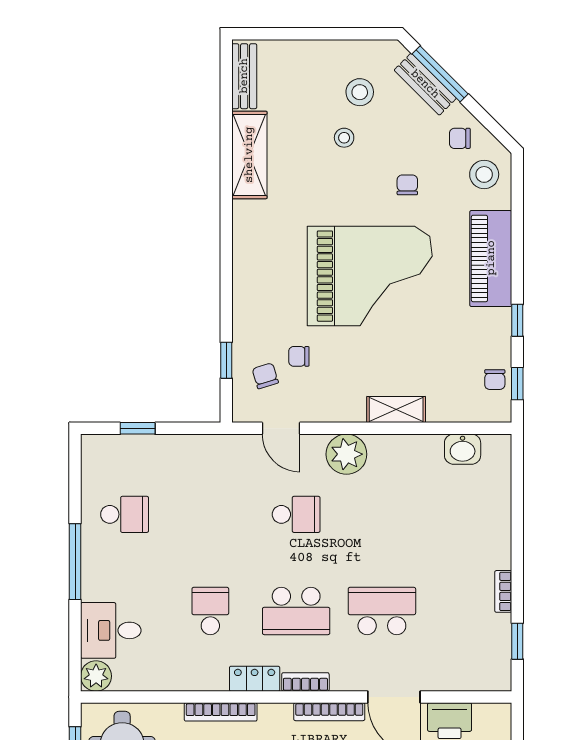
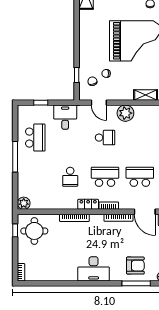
school desk: (125, 514) -> (35, 138), width x1.85
school desk: (210, 611) -> (70, 177), turned 180
school desk: (296, 611) -> (105, 177), turned 180
desk: (111, 630) -> (65, 117), moved, turned 90

